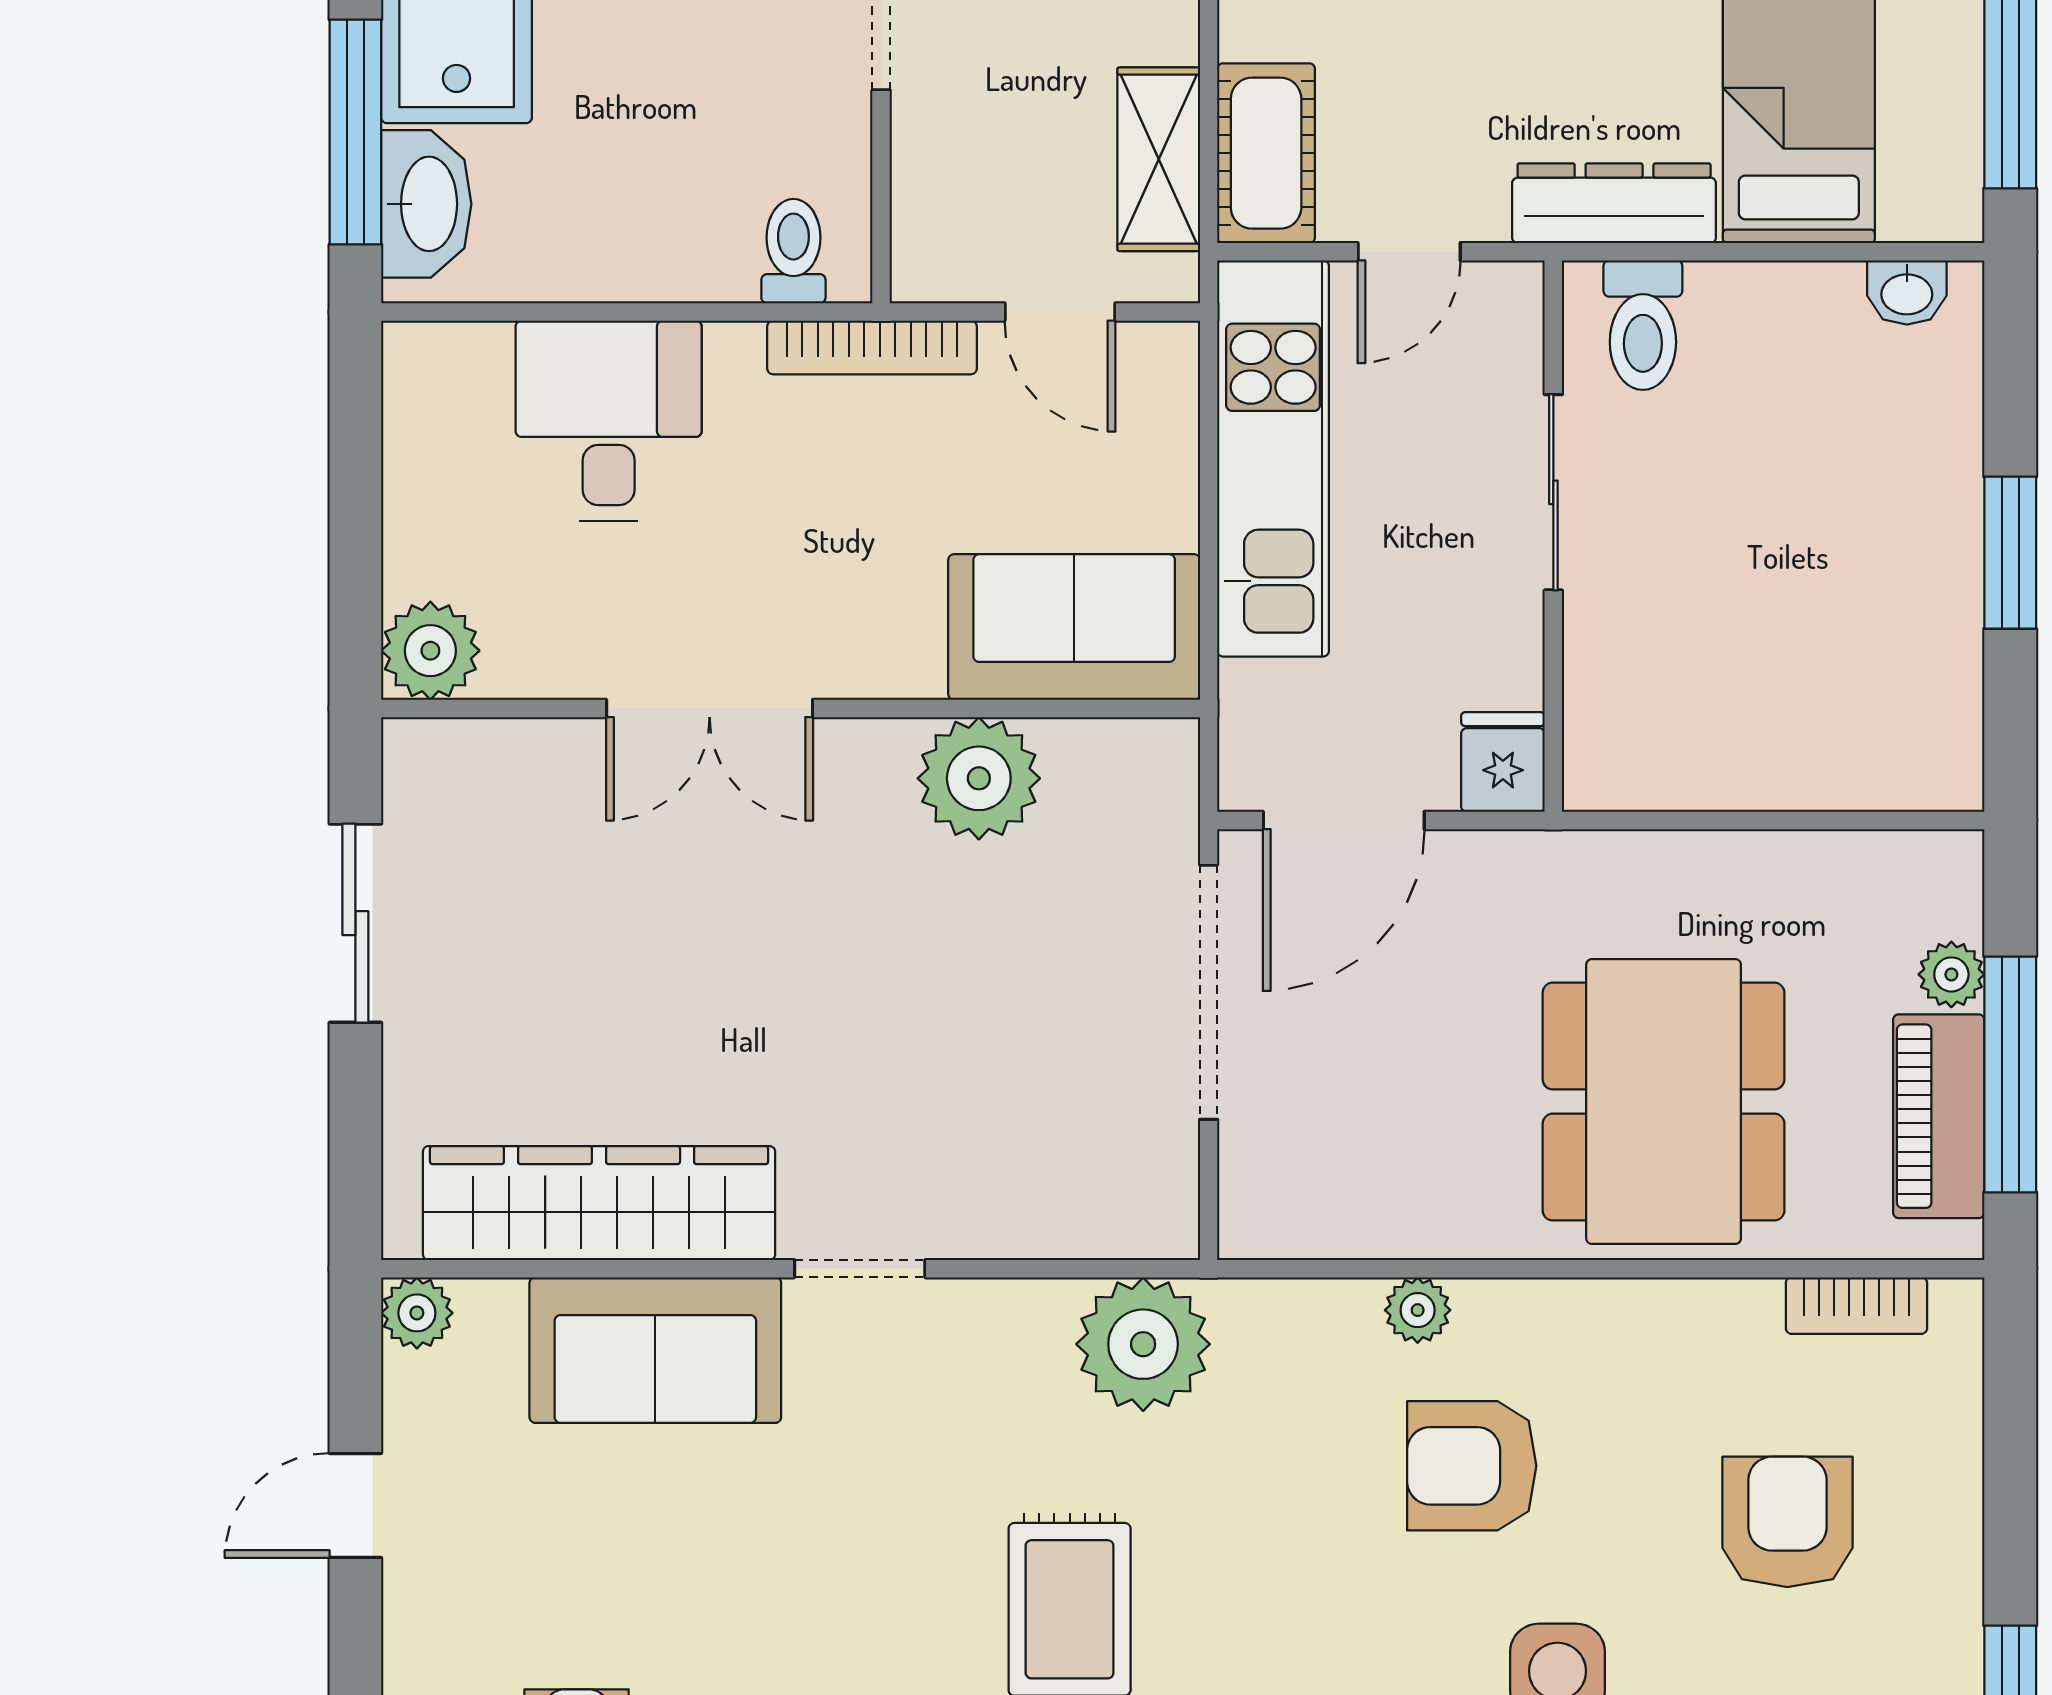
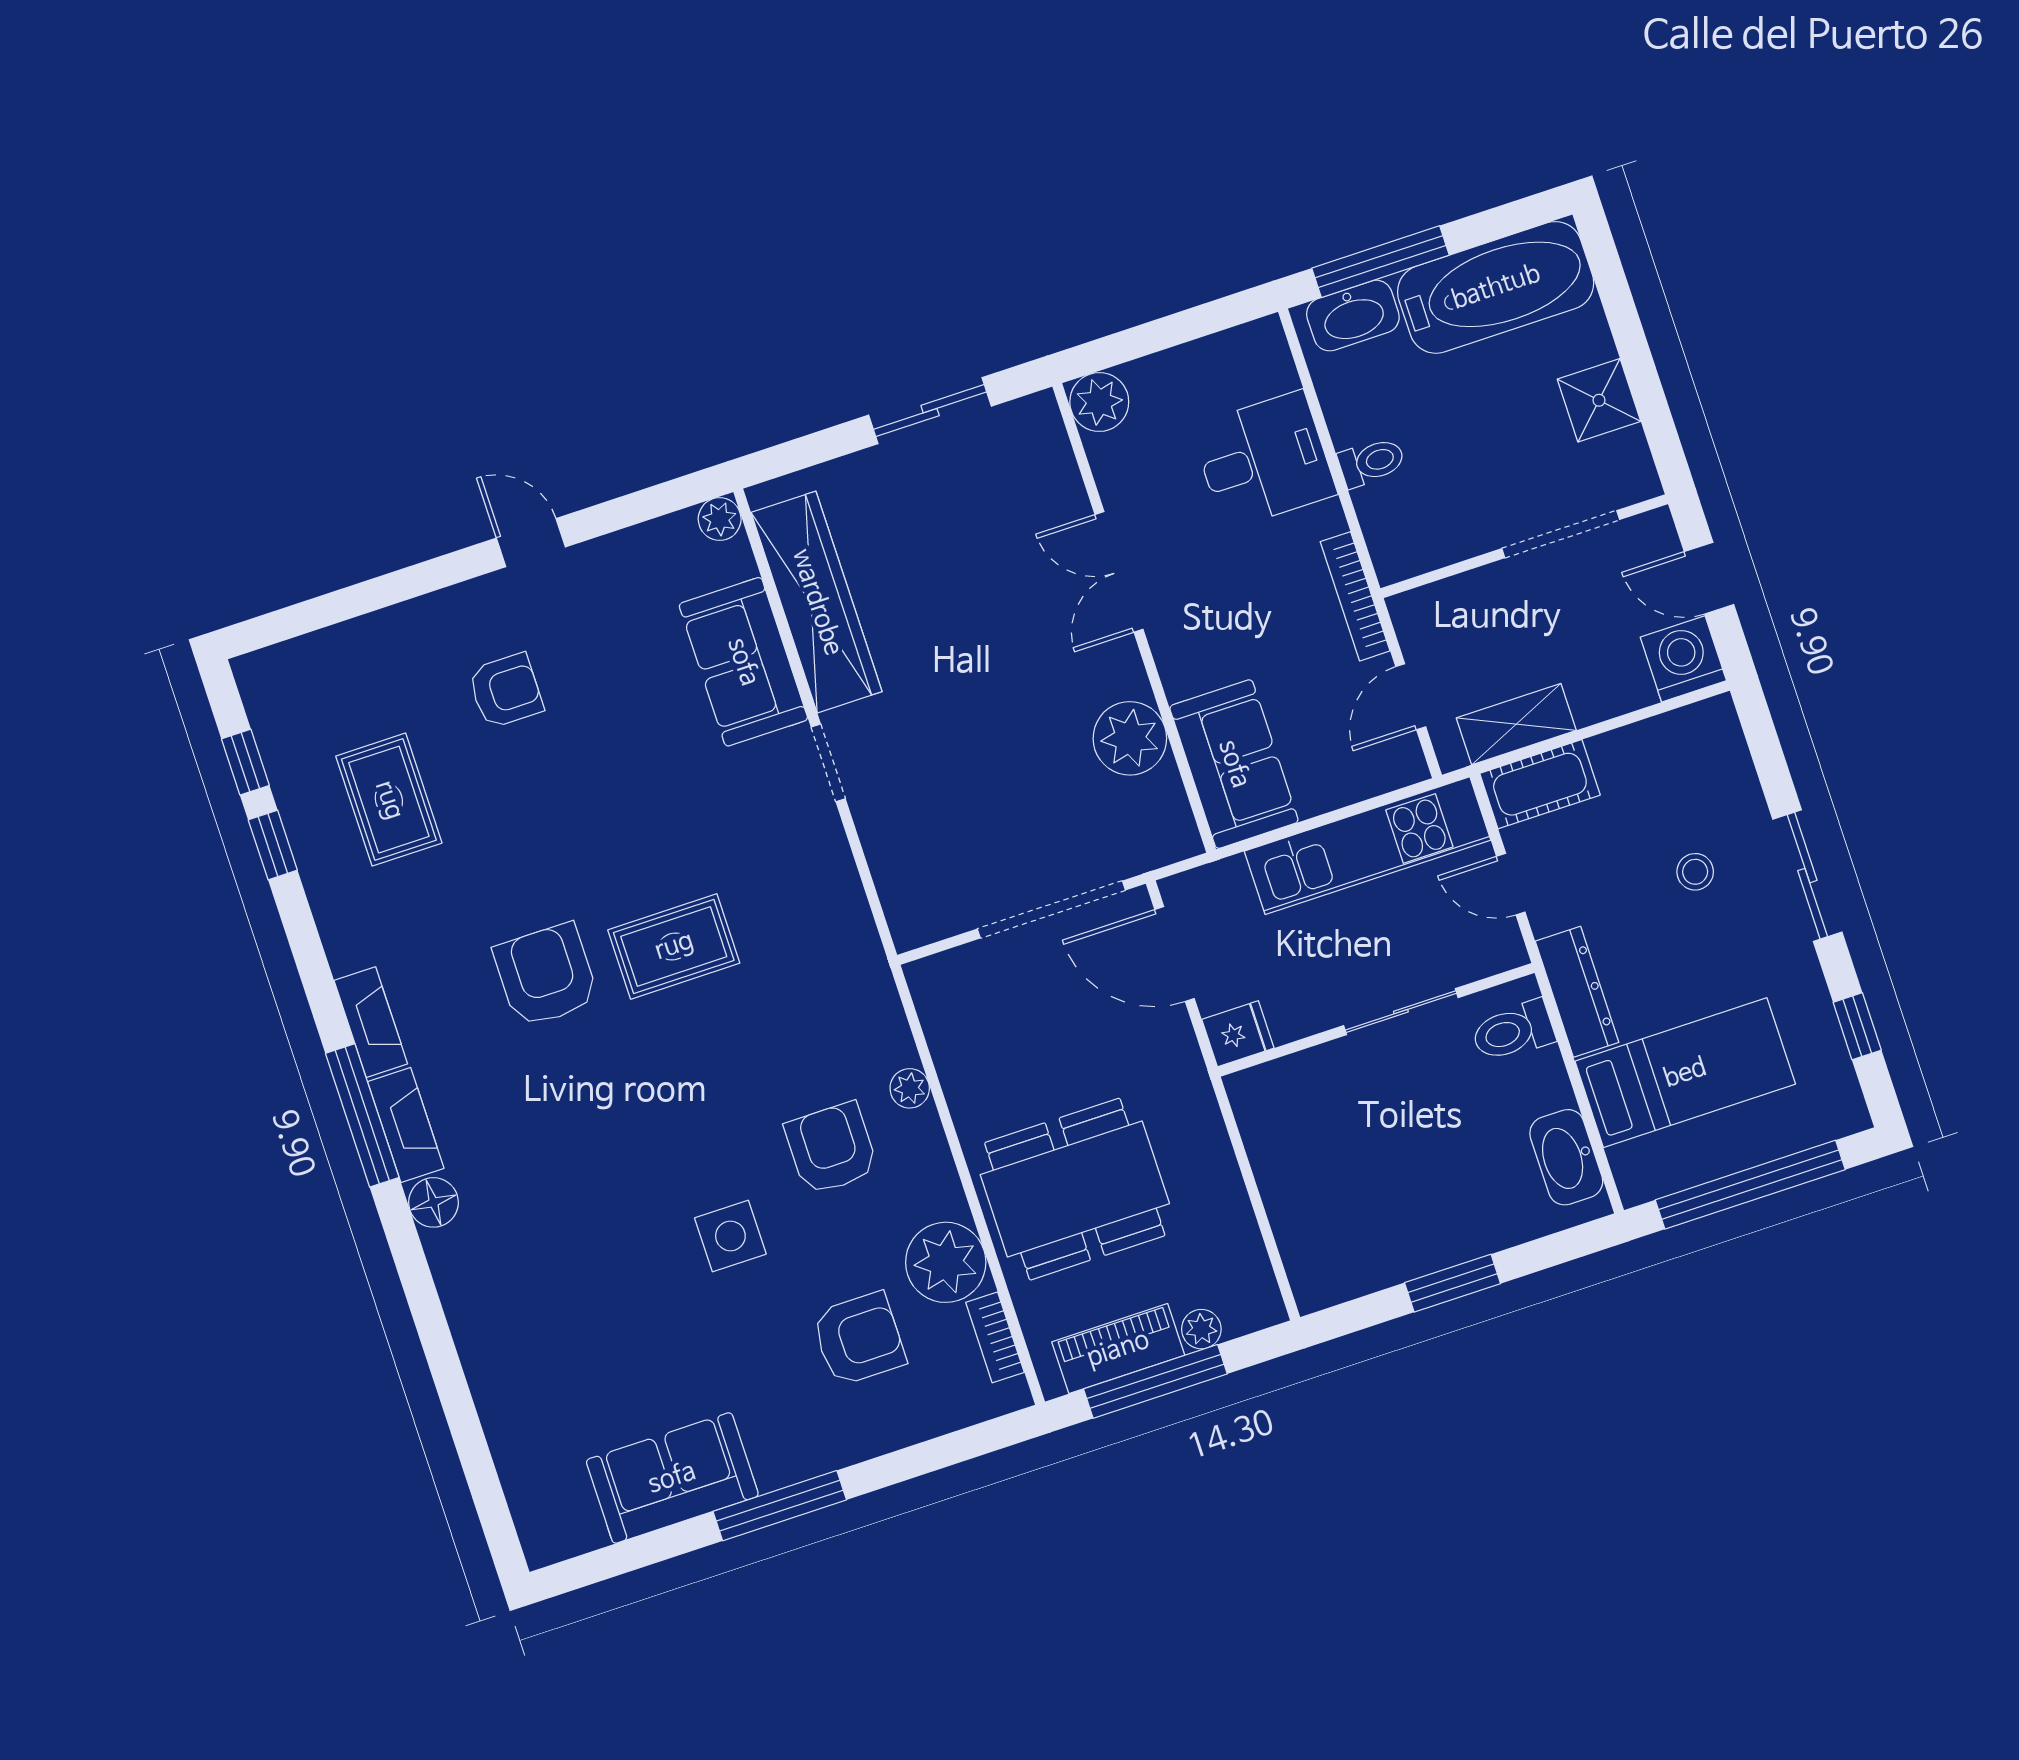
toilet: (793, 251) -> (1372, 462), moved
washbasin: (1907, 292) -> (1566, 1157), width x1.91, depth x1.45
plant: (1143, 1344) -> (946, 1262), moved
door: (355, 1505) -> (531, 543), moved

